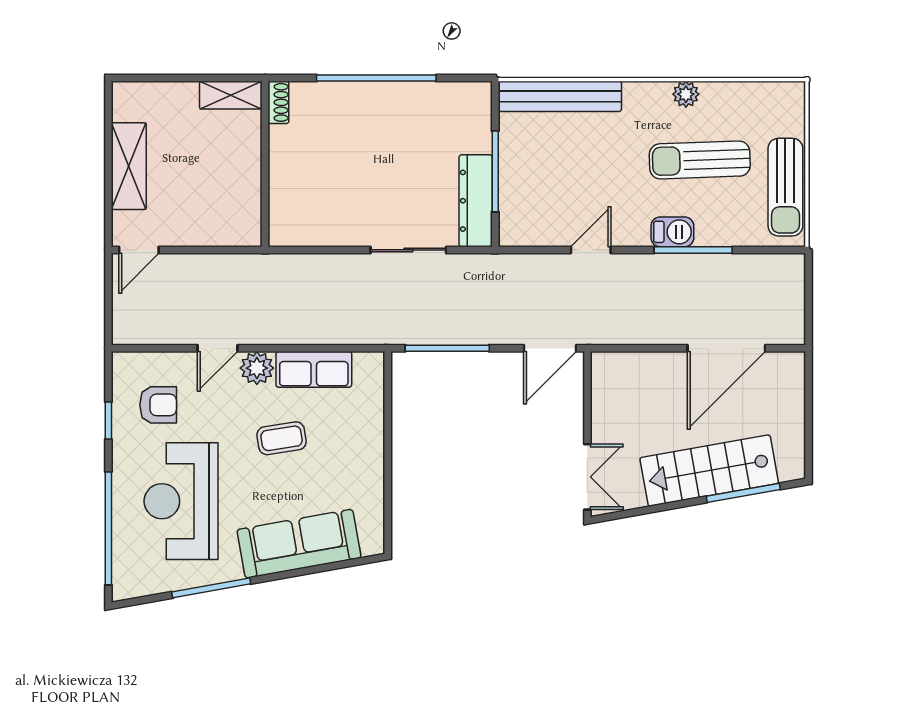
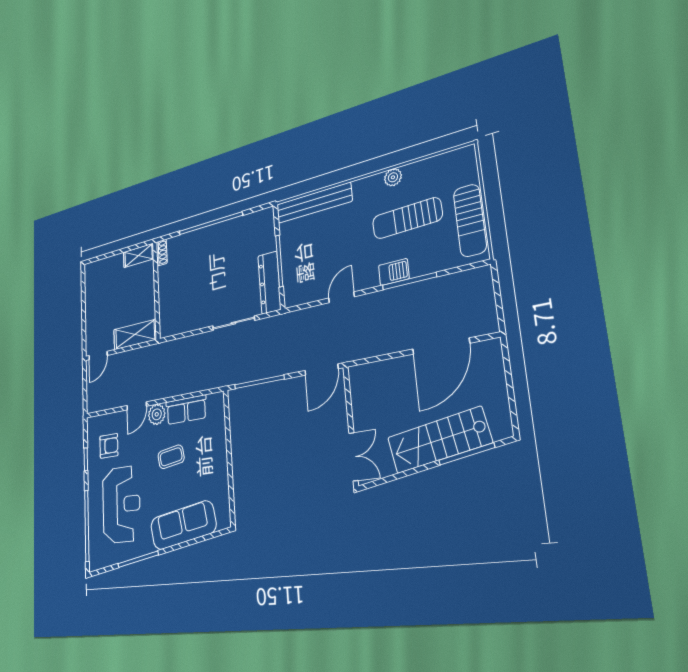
shelving: (129, 166) -> (135, 335), moved, turned 90
reception desk: (181, 501) -> (121, 504), turned 180

